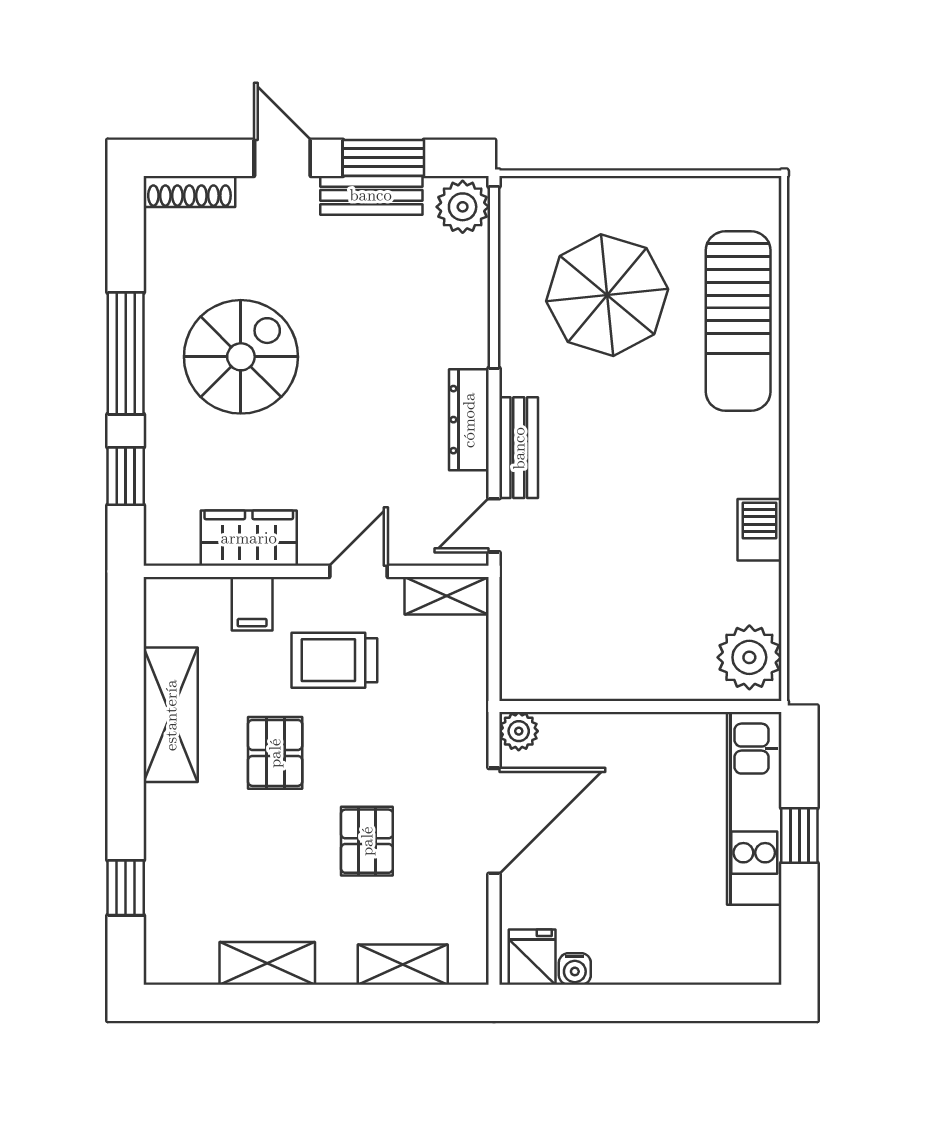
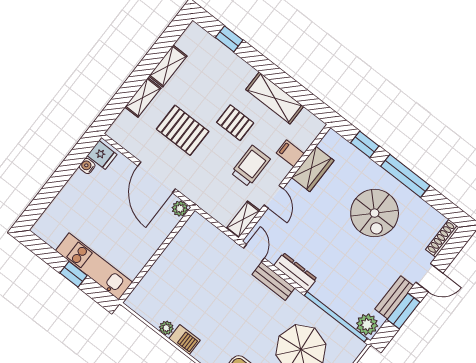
plant: (749, 657) -> (166, 328), moved, width x0.53, depth x0.53
pallet: (367, 841) -> (183, 130), width x1.50, depth x1.42
shelving: (403, 965) -> (143, 97), moved

